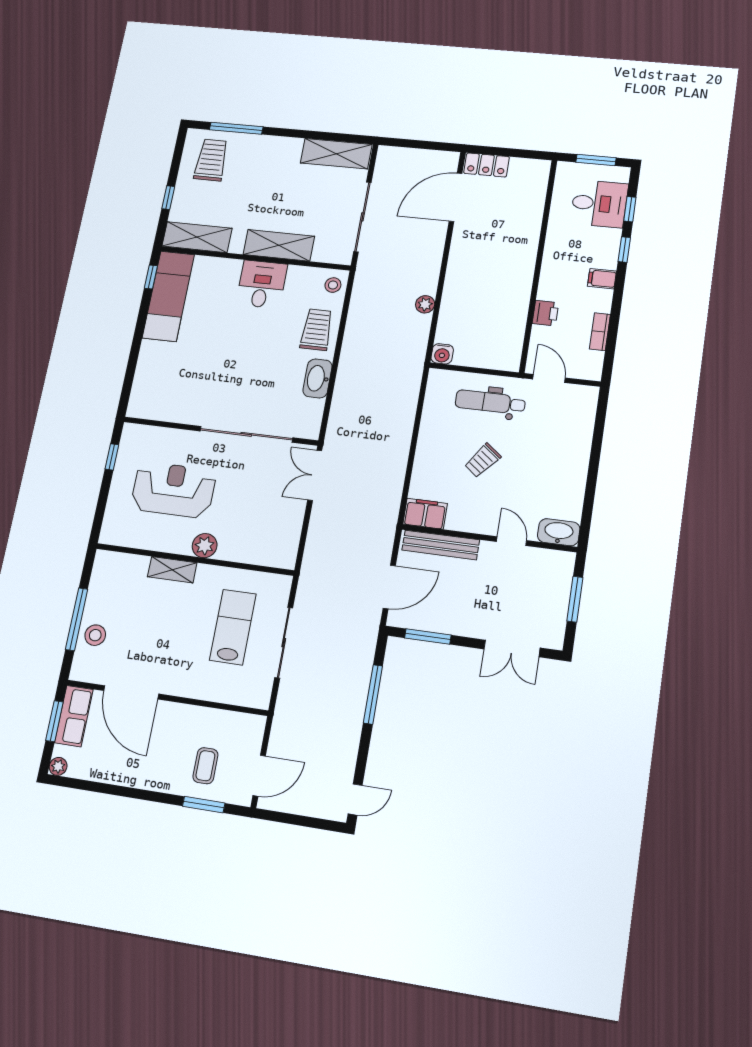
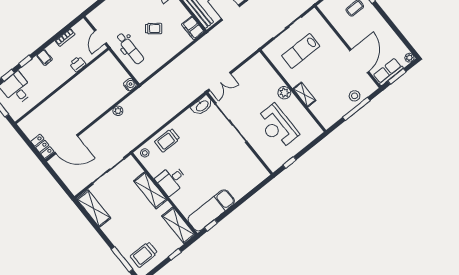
washbasin: (318, 378) -> (202, 106), moved

